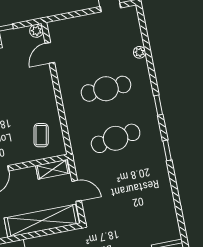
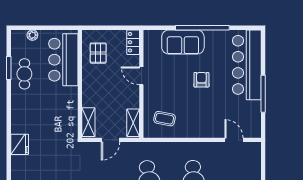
plant: (36, 31) -> (255, 132), removed
shelving: (42, 221) -> (88, 122), width x0.45, depth x0.75

